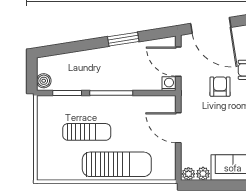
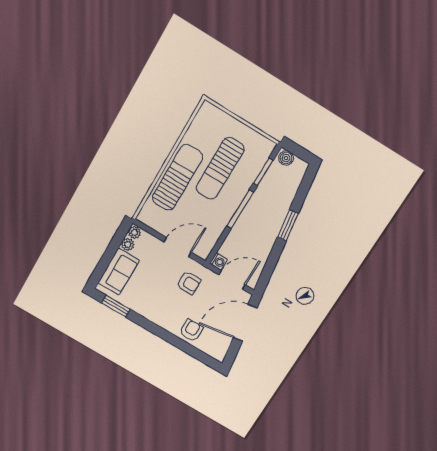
window: (123, 39) -> (288, 225), moved
armchair: (220, 87) -> (189, 283), moved
sun lounger: (87, 132) -> (220, 168), width x1.36, depth x1.34
sun lounger: (117, 164) -> (177, 178), turned 180

